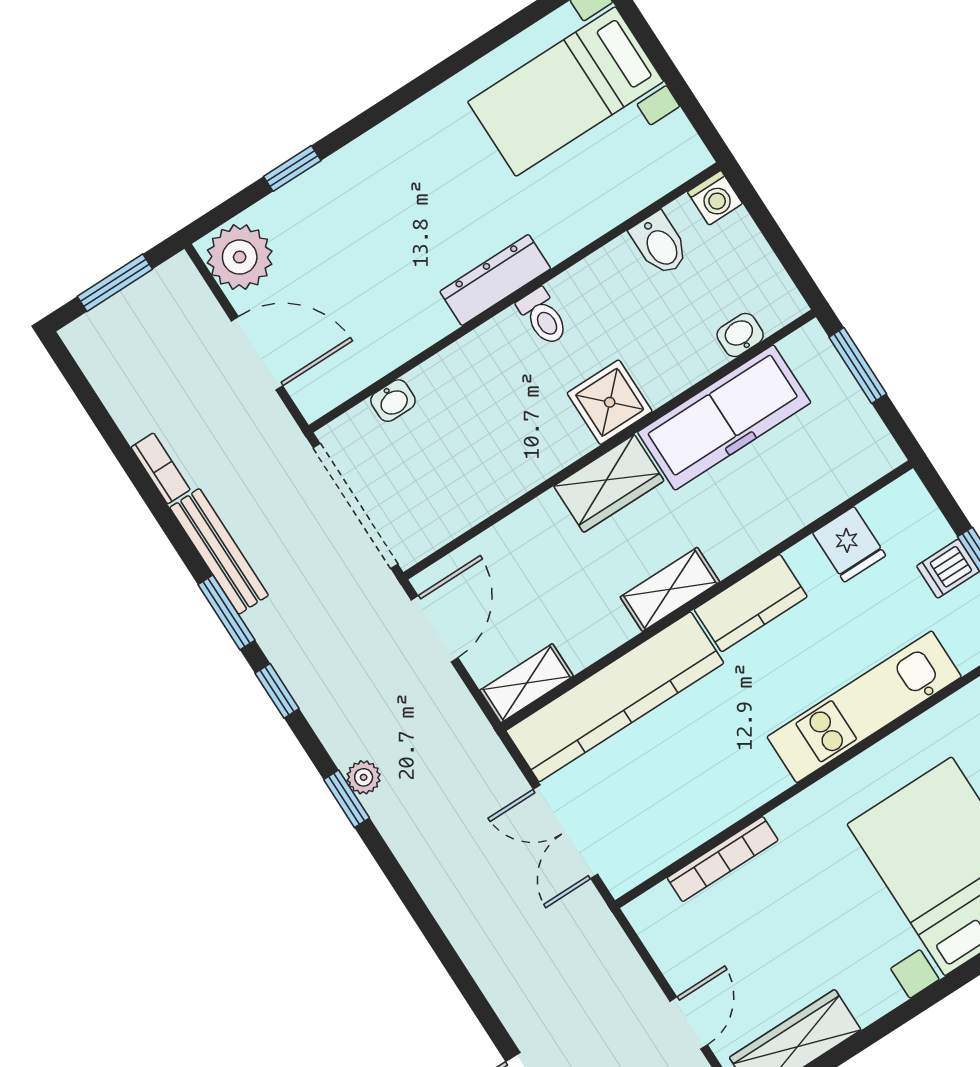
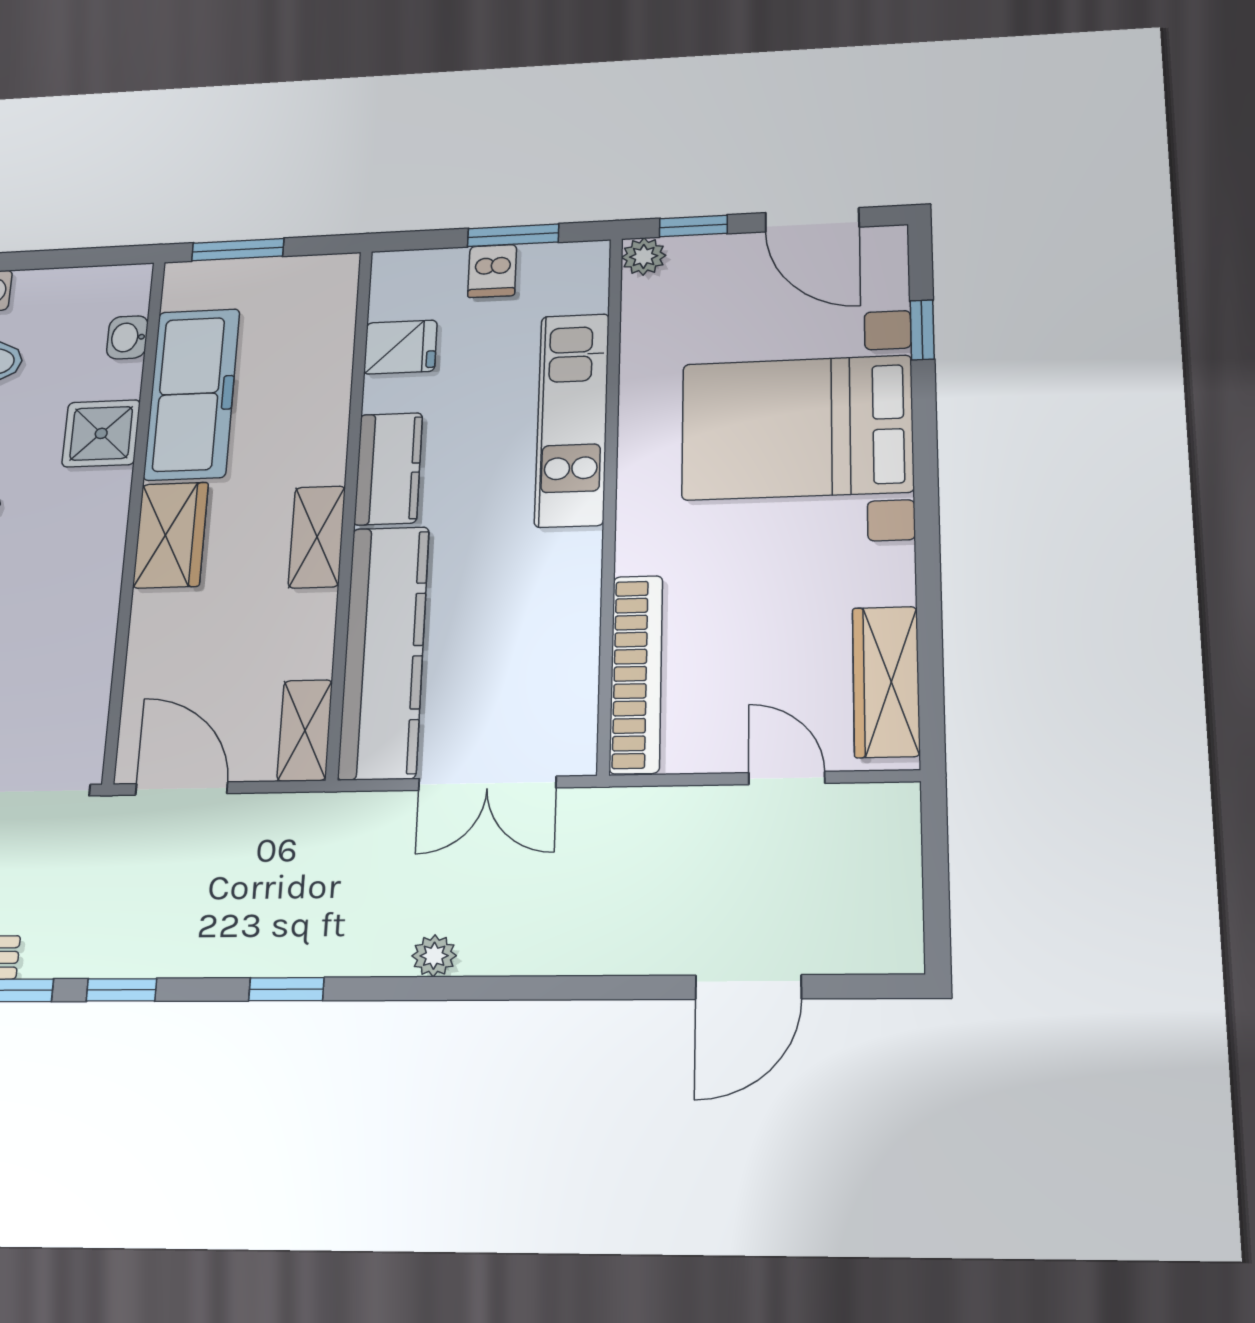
shower: (610, 402) -> (101, 433), moved
plant: (364, 777) -> (434, 956), moved
bookcase: (723, 859) -> (636, 674), width x1.48, depth x1.31

